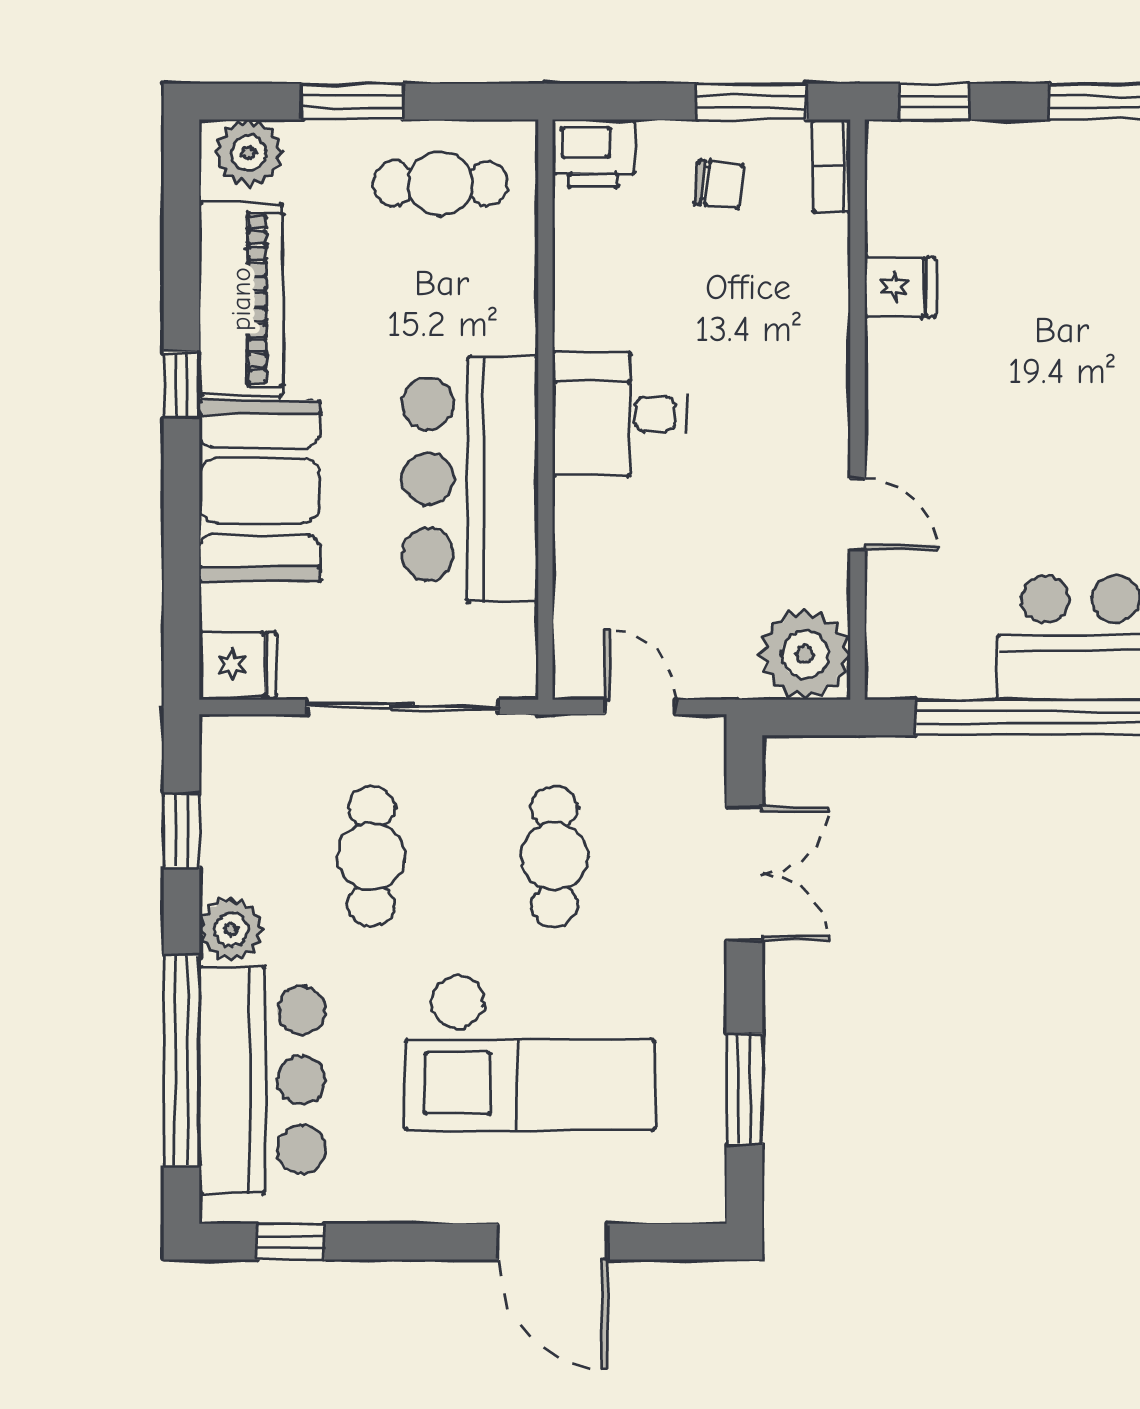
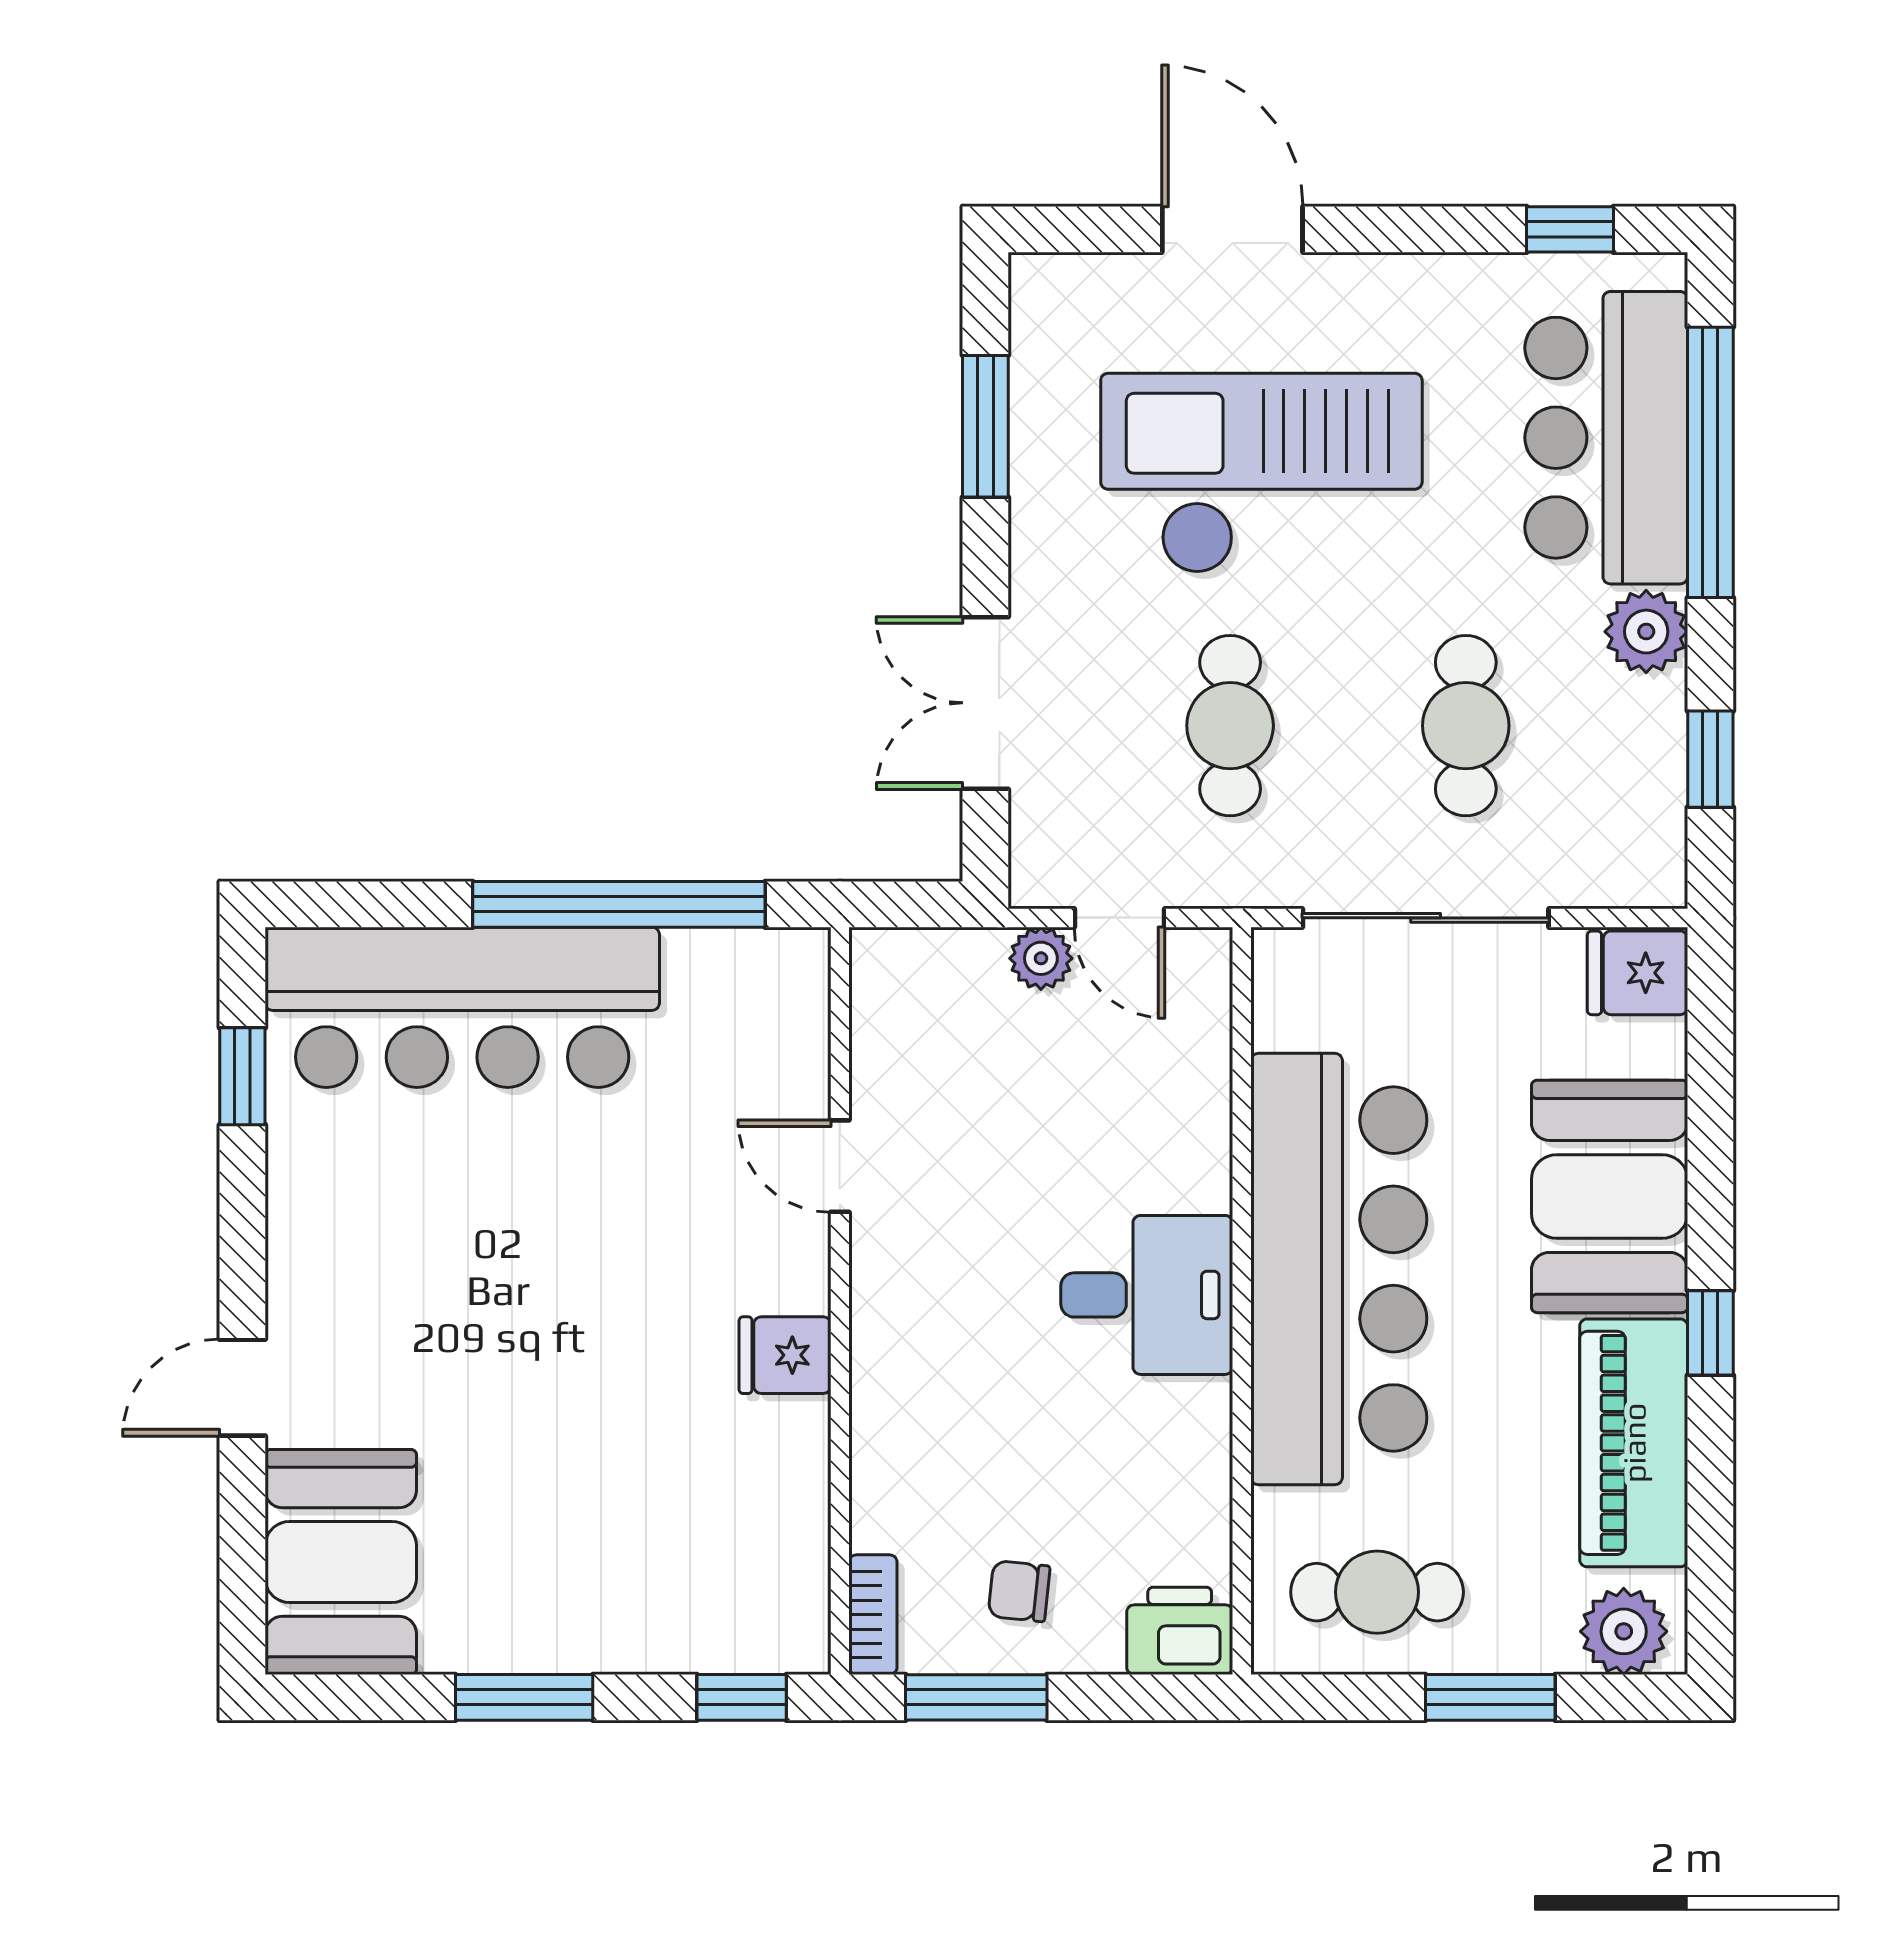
fridge: (900, 287) -> (785, 1355), moved
bar counter: (470, 479) -> (1339, 1269), width x1.36
plant: (805, 654) -> (1041, 958), moved, width x0.53, depth x0.53

